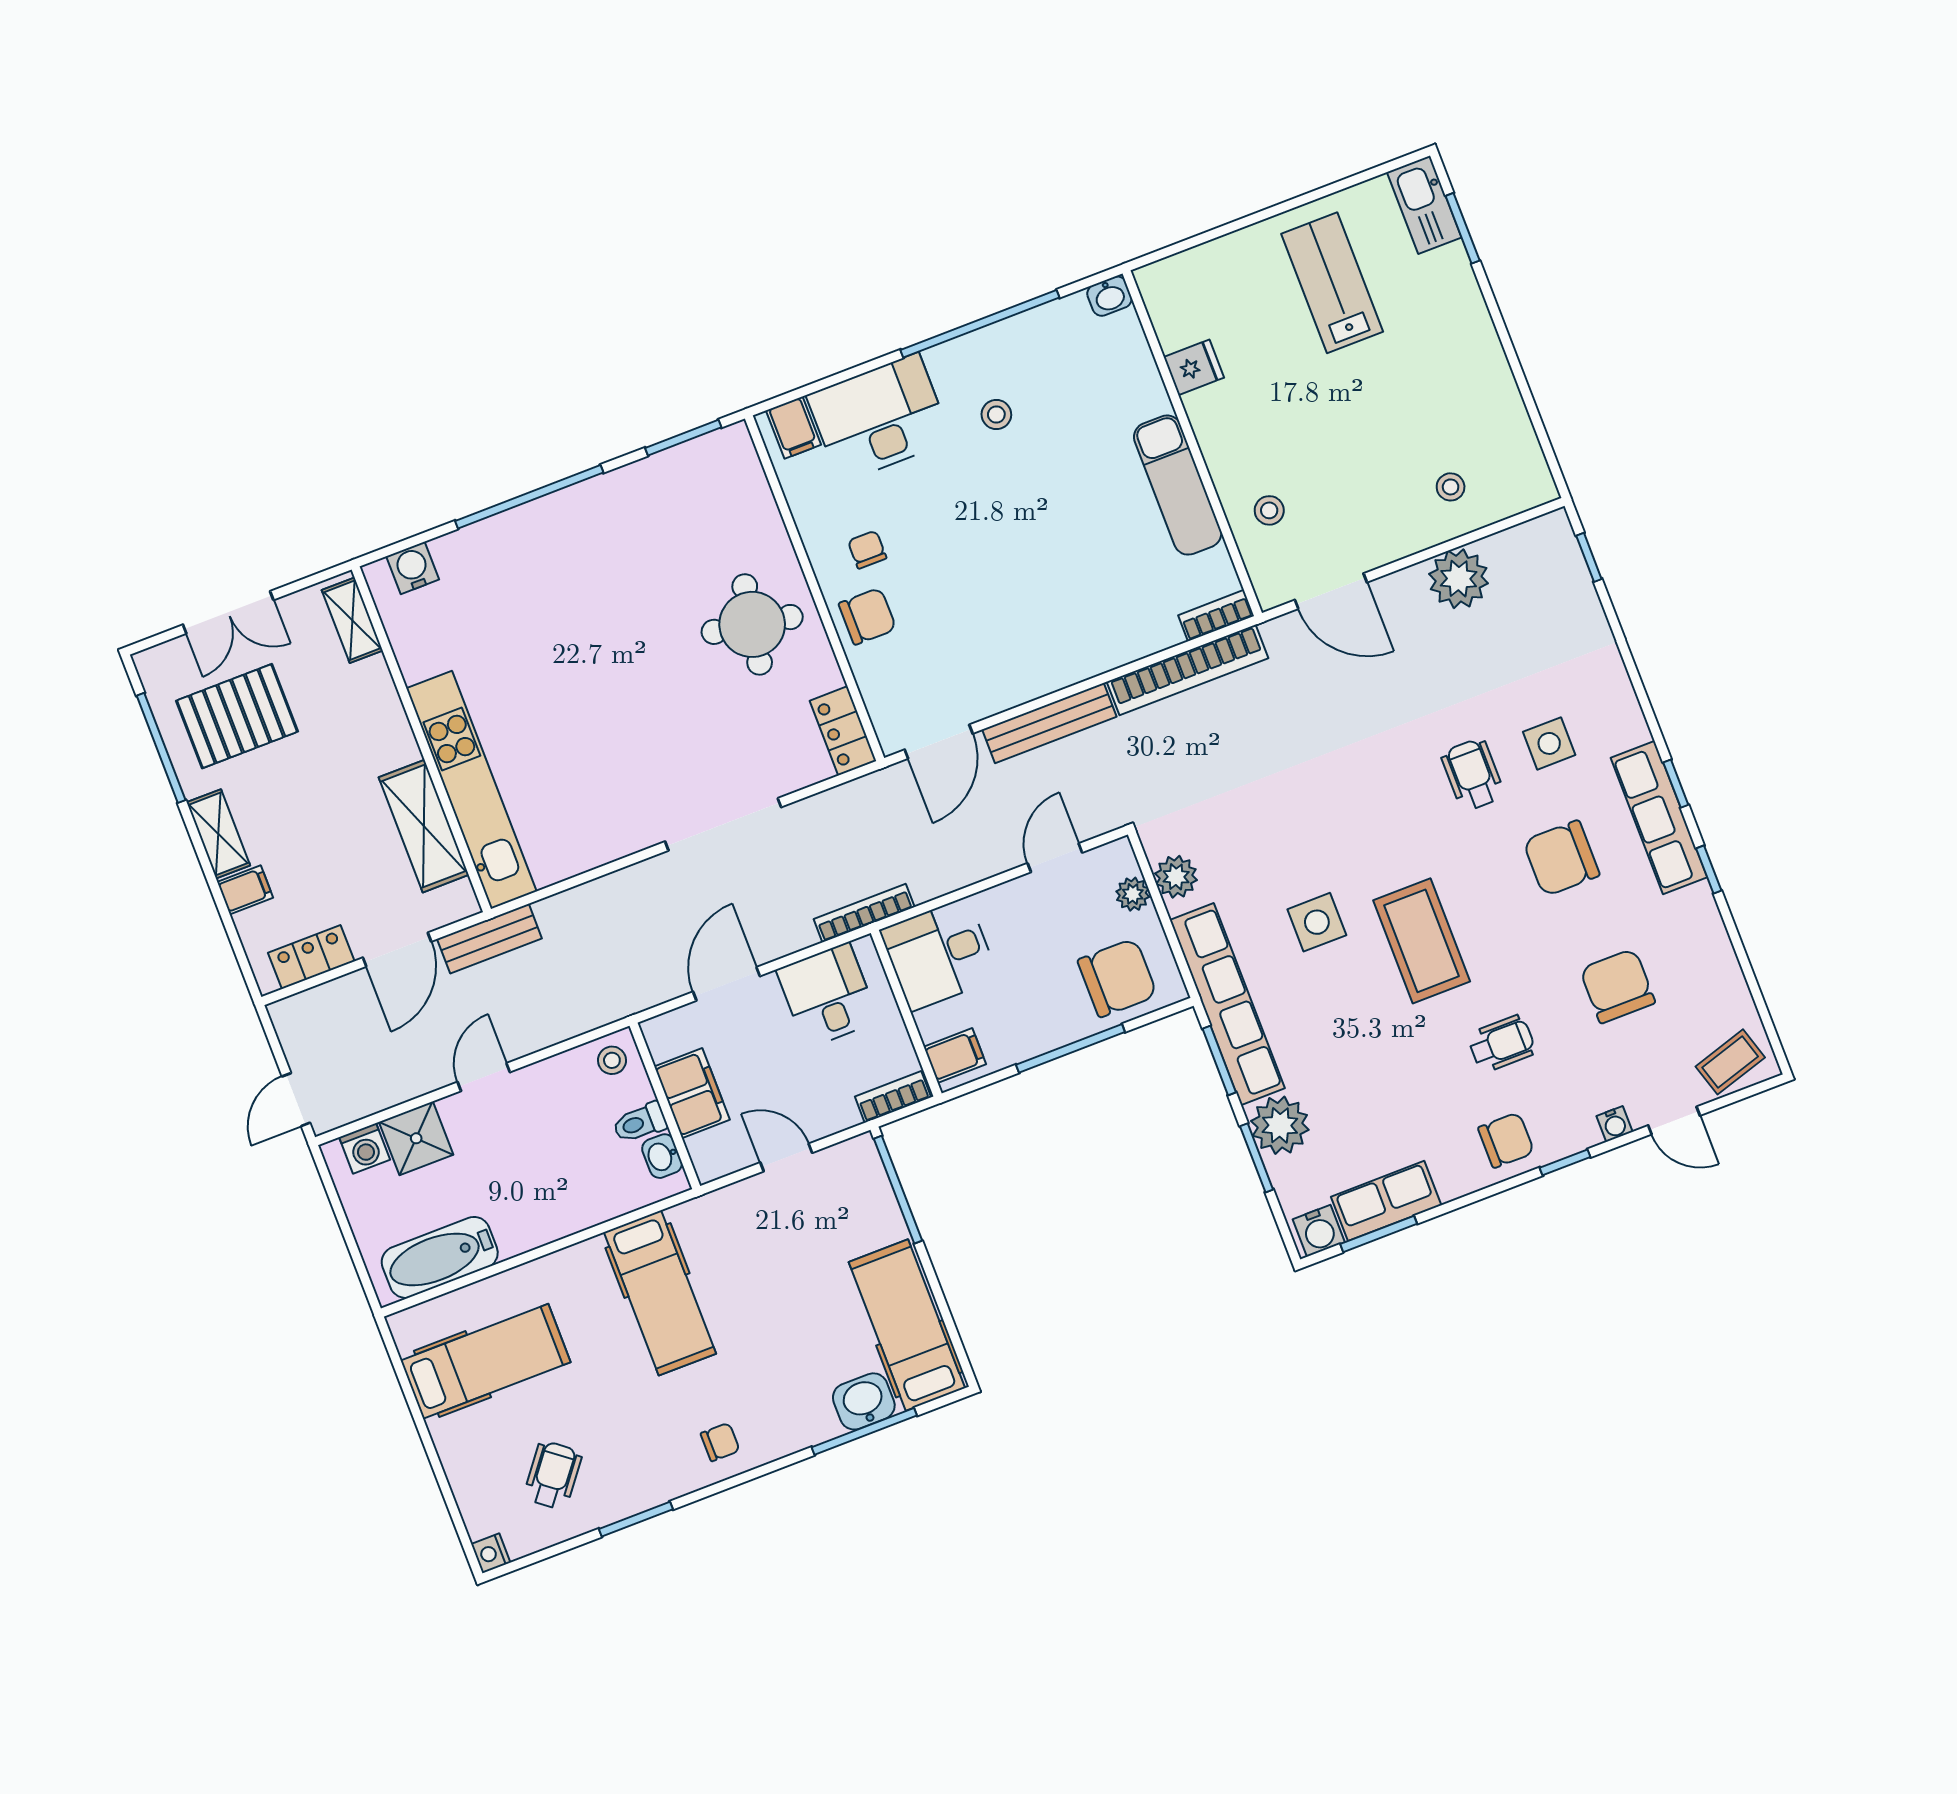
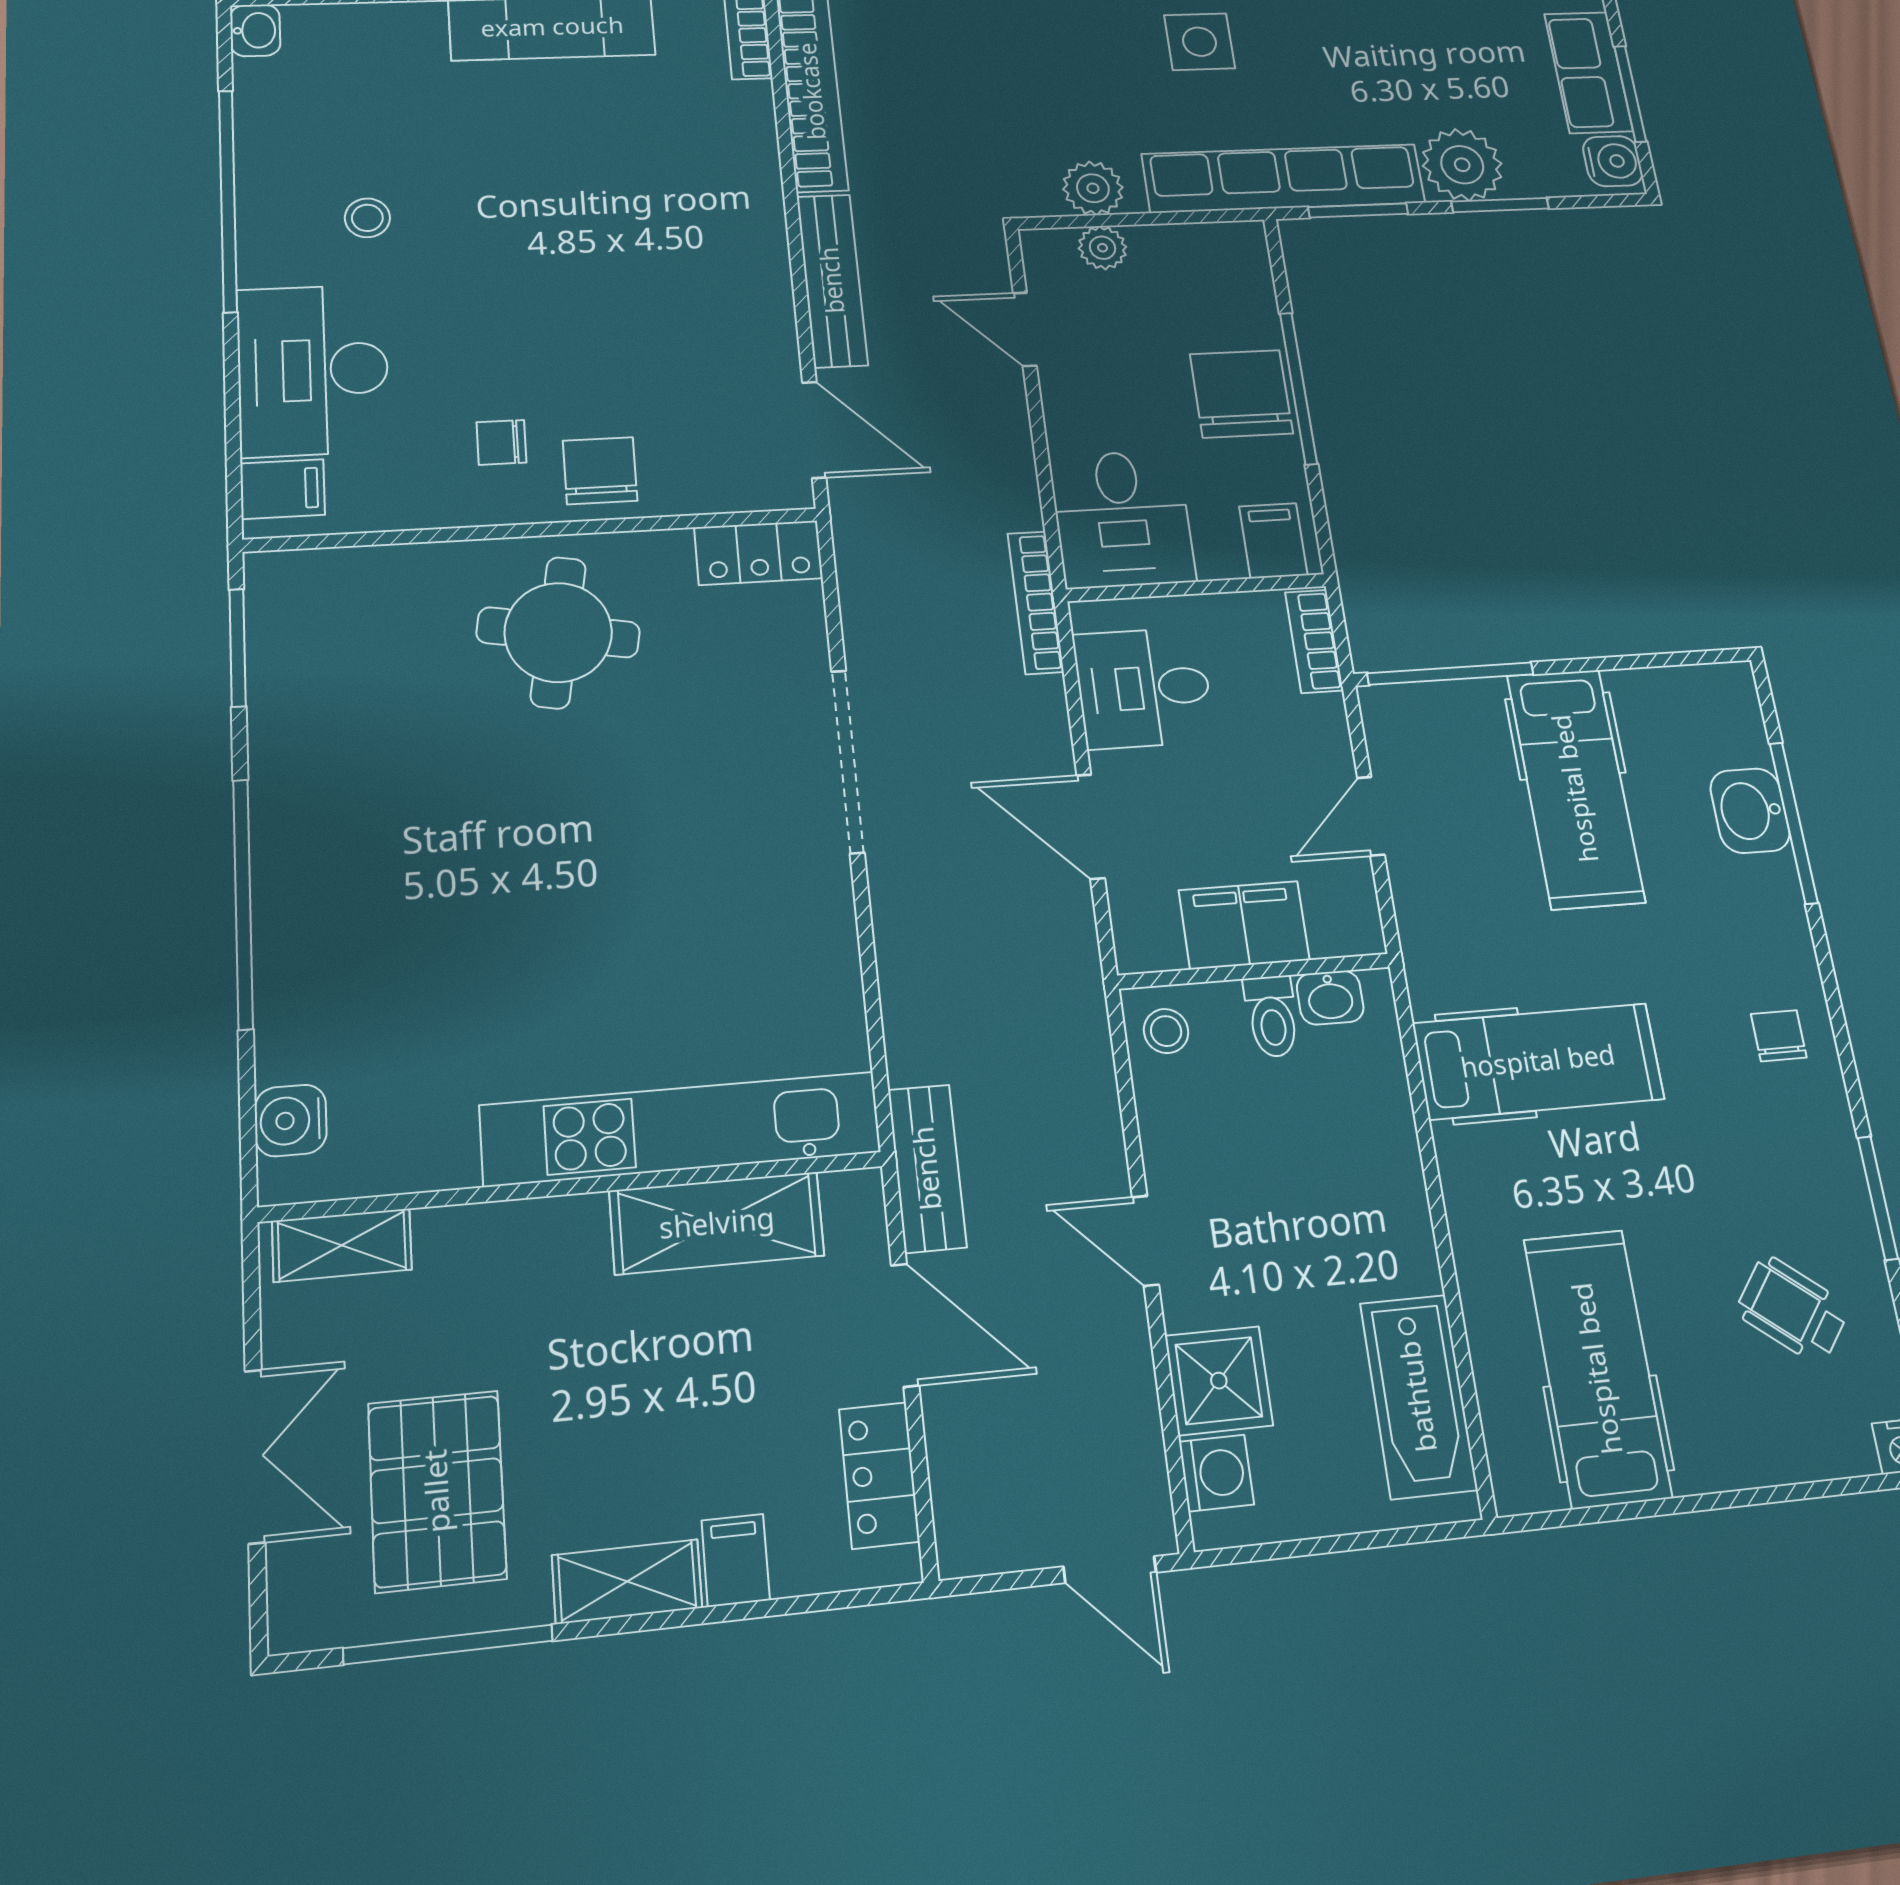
chair: (1117, 978) -> (1241, 394), moved
hospital bed: (907, 1325) -> (1575, 788), moved, turned -90

